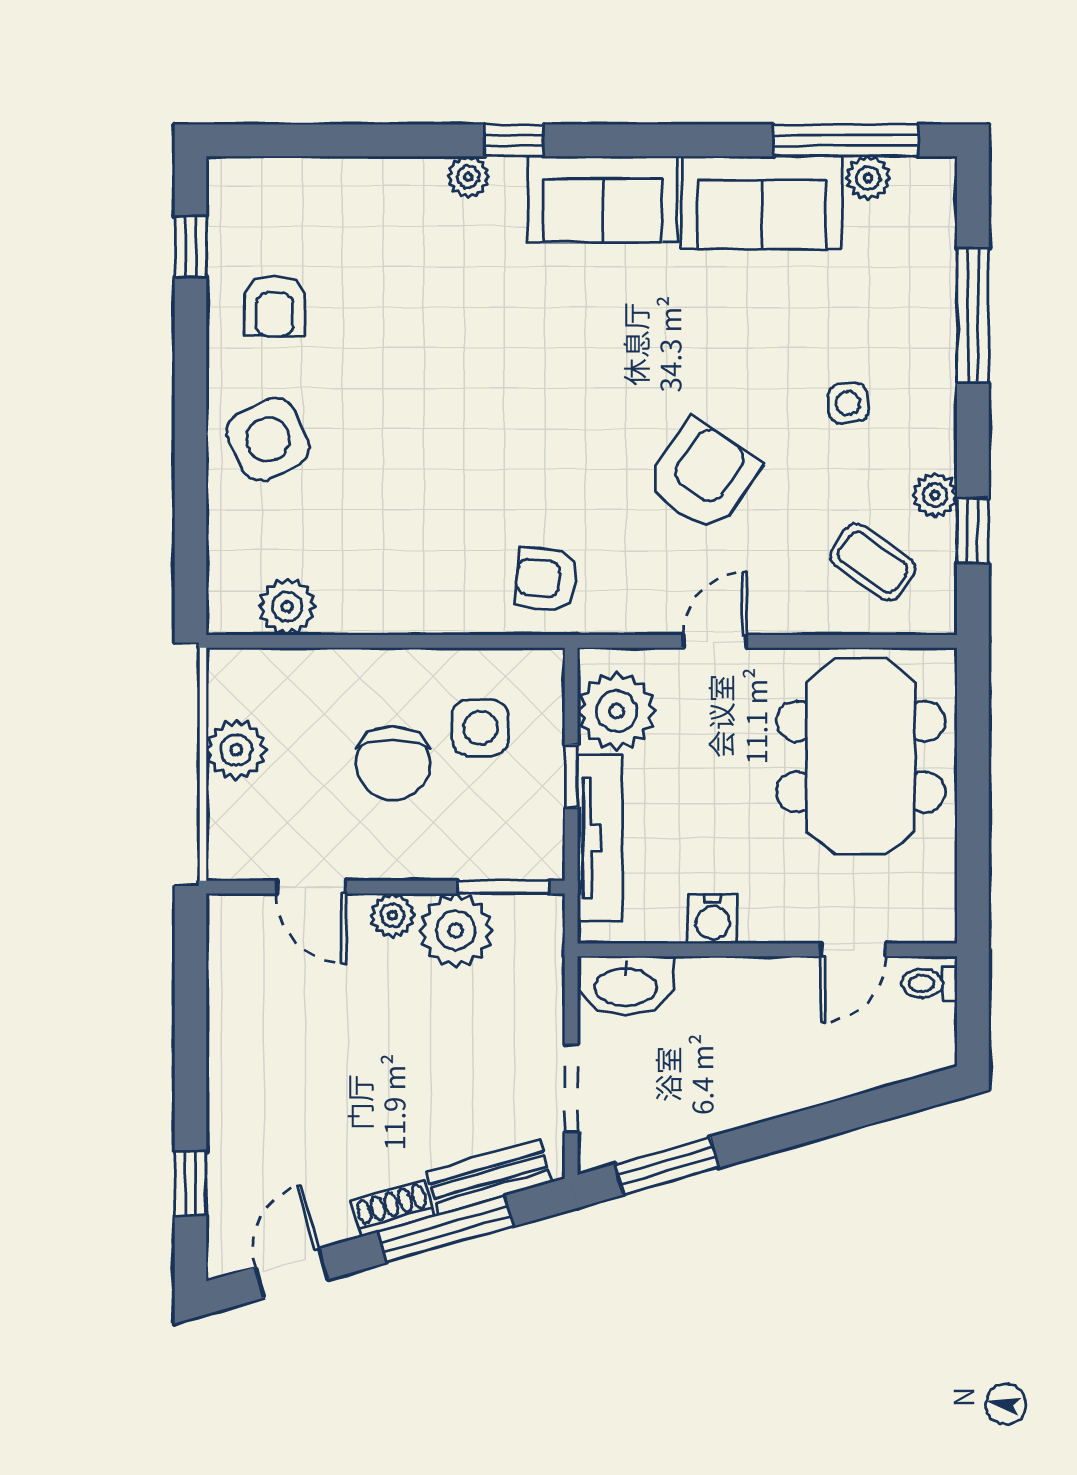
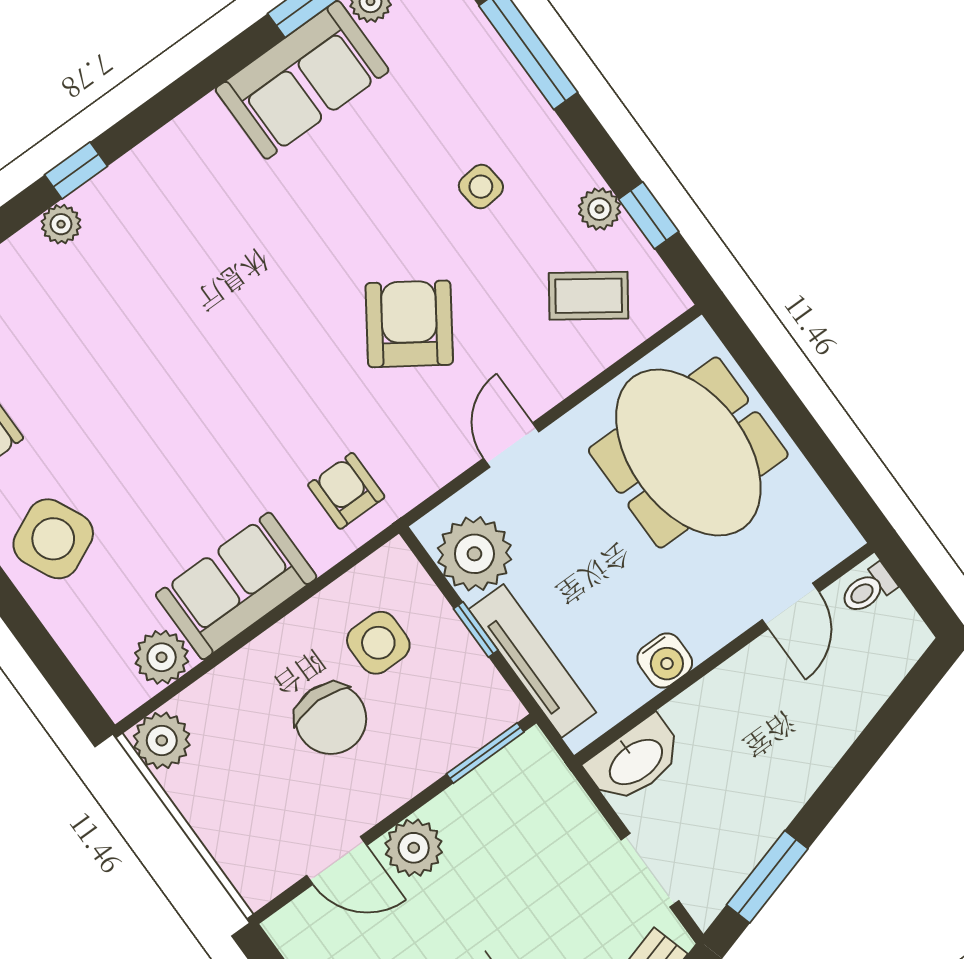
sofa: (603, 199) -> (236, 586), moved, turned 180
armchair: (546, 579) -> (346, 491), turned 84
plant: (236, 750) -> (162, 740), moved
plant: (392, 915) -> (414, 848), width x1.38, depth x1.38
plant: (456, 930) -> (473, 813), removed

